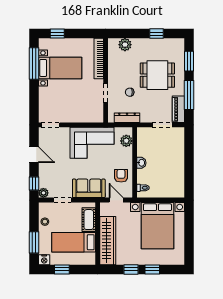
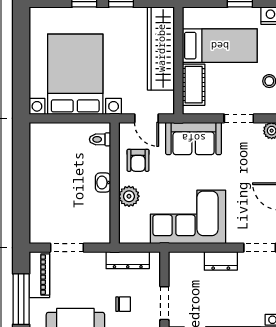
dresser: (73, 117) -> (221, 261), added
plant: (126, 141) -> (129, 196), moved

